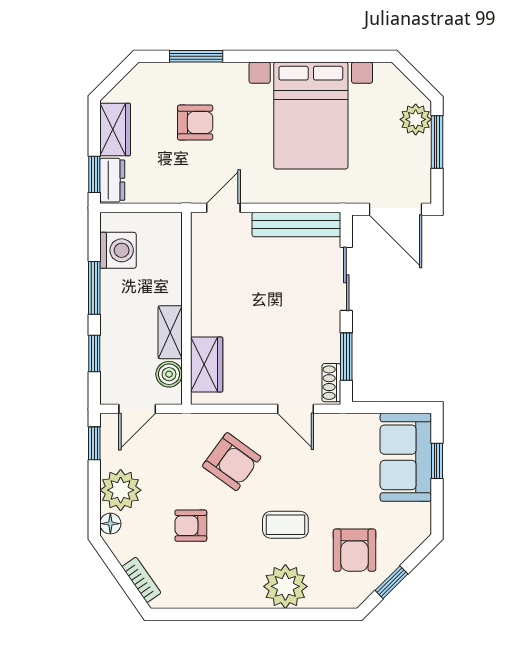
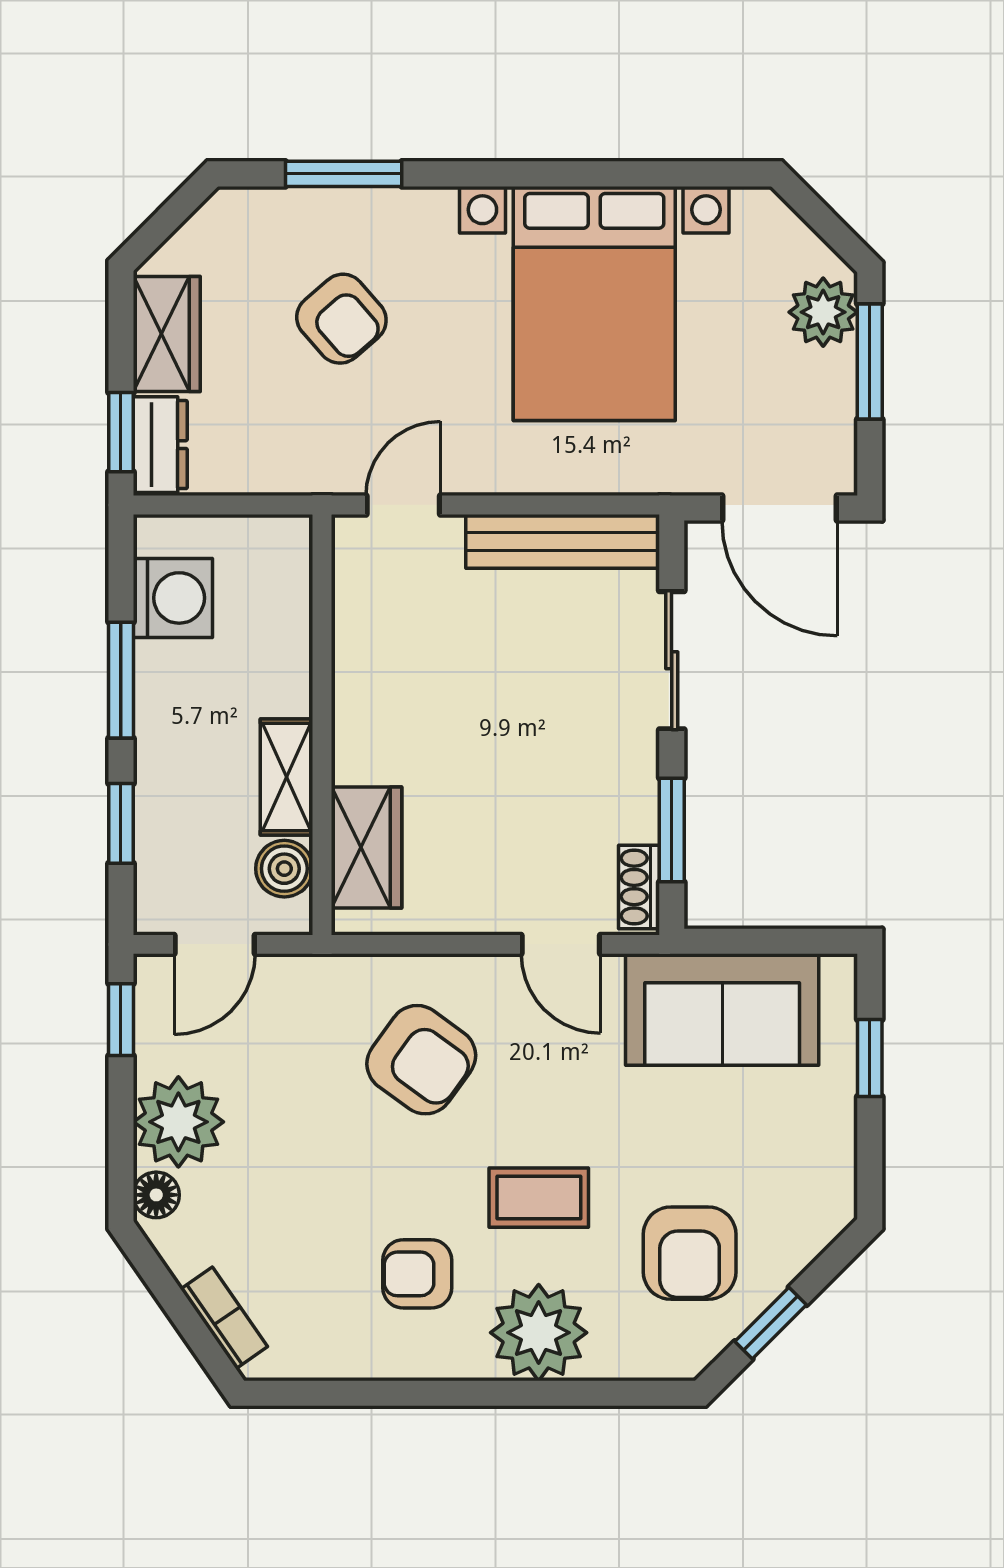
armchair: (195, 123) -> (341, 319), turned 49
sofa: (406, 457) -> (722, 1009), moved, turned -90
armchair: (191, 526) -> (417, 1274), moved

